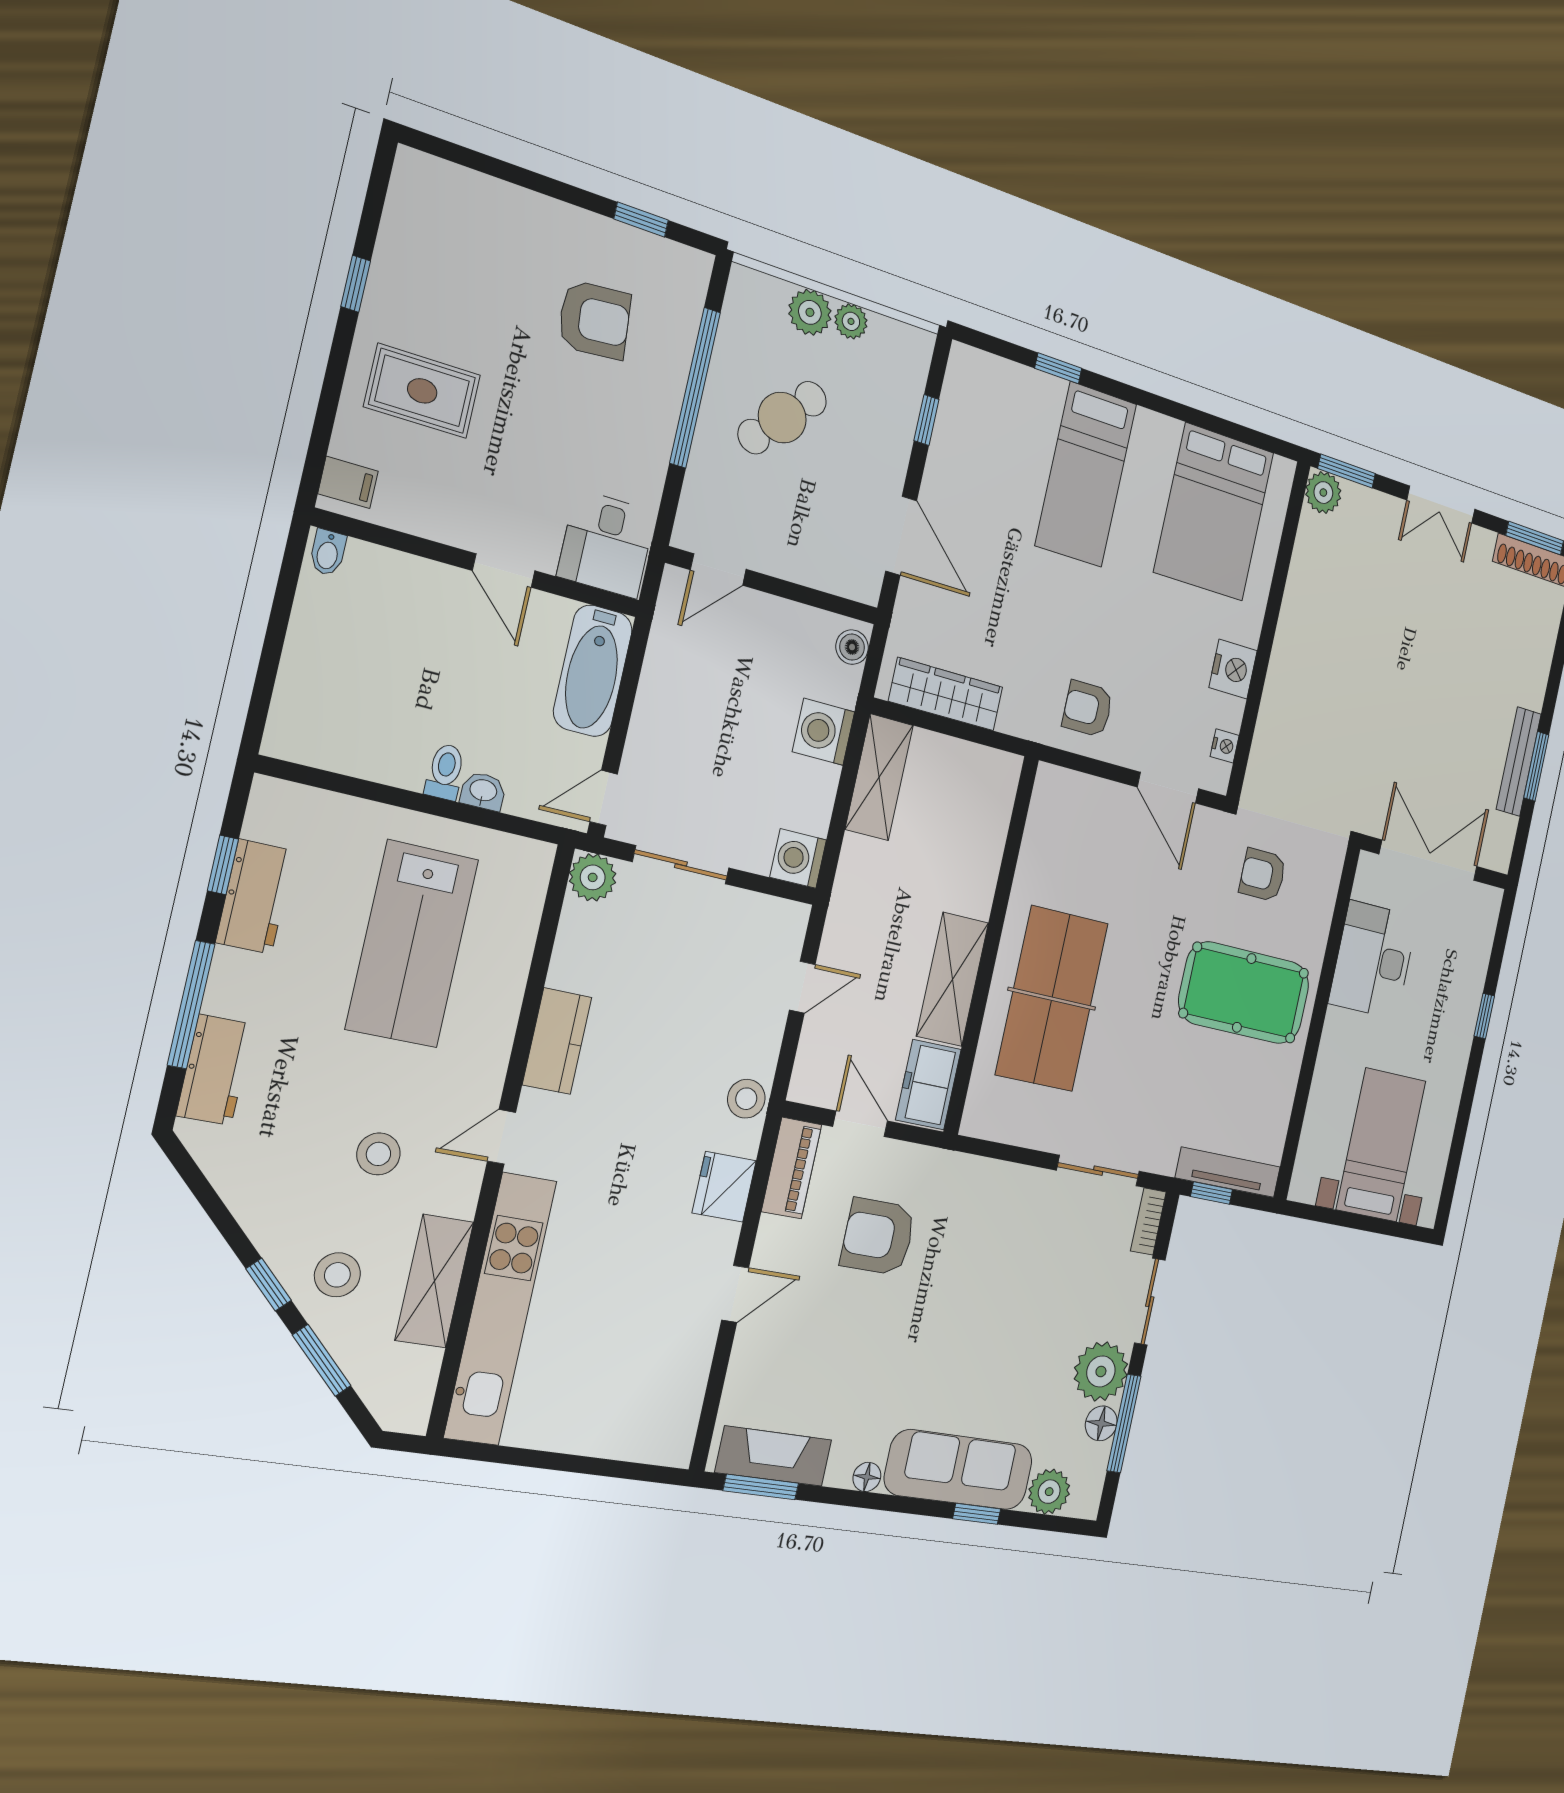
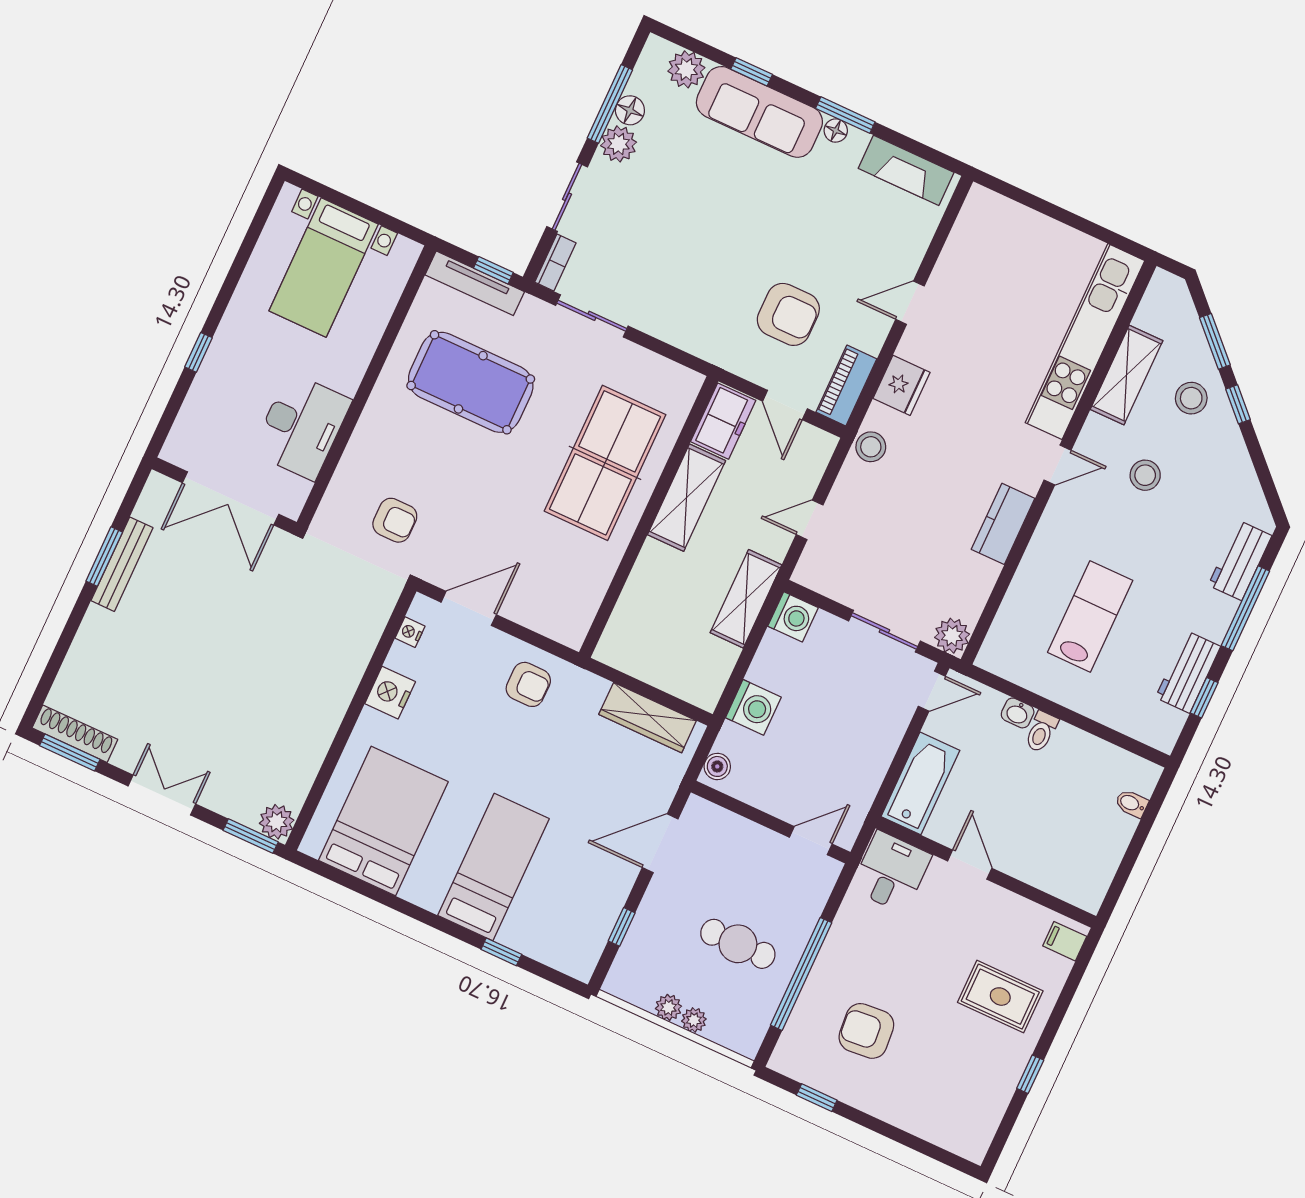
plant: (810, 312) -> (694, 1020), width x0.73, depth x0.73
cafe table: (782, 418) -> (738, 944), turned 48
door: (901, 536) -> (660, 843), hinge flipped
bidet: (328, 553) -> (1132, 804), moved, turned -90
shelving: (879, 777) -> (746, 599), moved
door: (1168, 788) -> (469, 608), hinge flipped
lab bench: (412, 944) -> (1090, 616), width x0.73, depth x0.72
pool table: (1244, 993) -> (471, 382), moved
plant: (1101, 1371) -> (619, 144), width x0.73, depth x0.73
window: (761, 1487) -> (845, 115), moved

